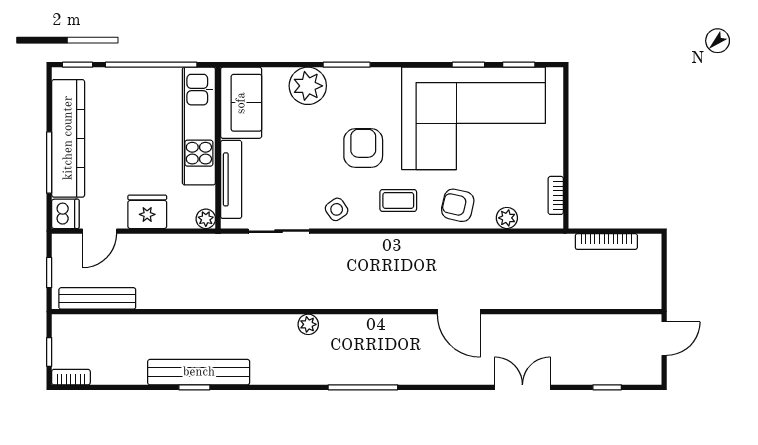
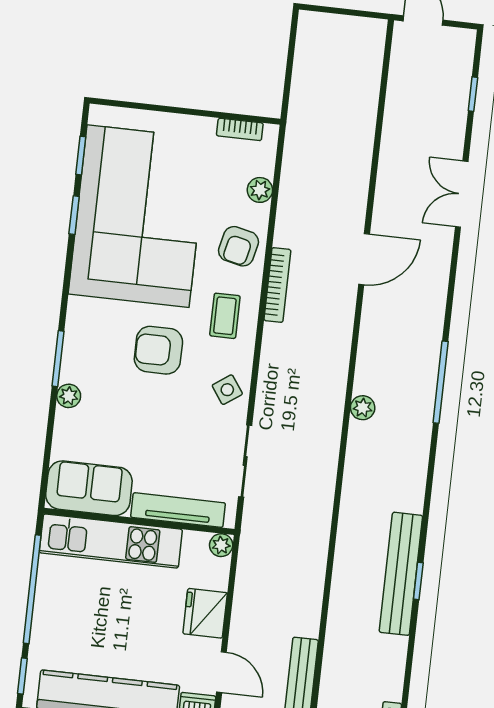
plant: (308, 86) -> (69, 396), width x0.53, depth x0.53
bookcase: (606, 242) -> (277, 285), moved
plant: (308, 324) -> (363, 408), moved

